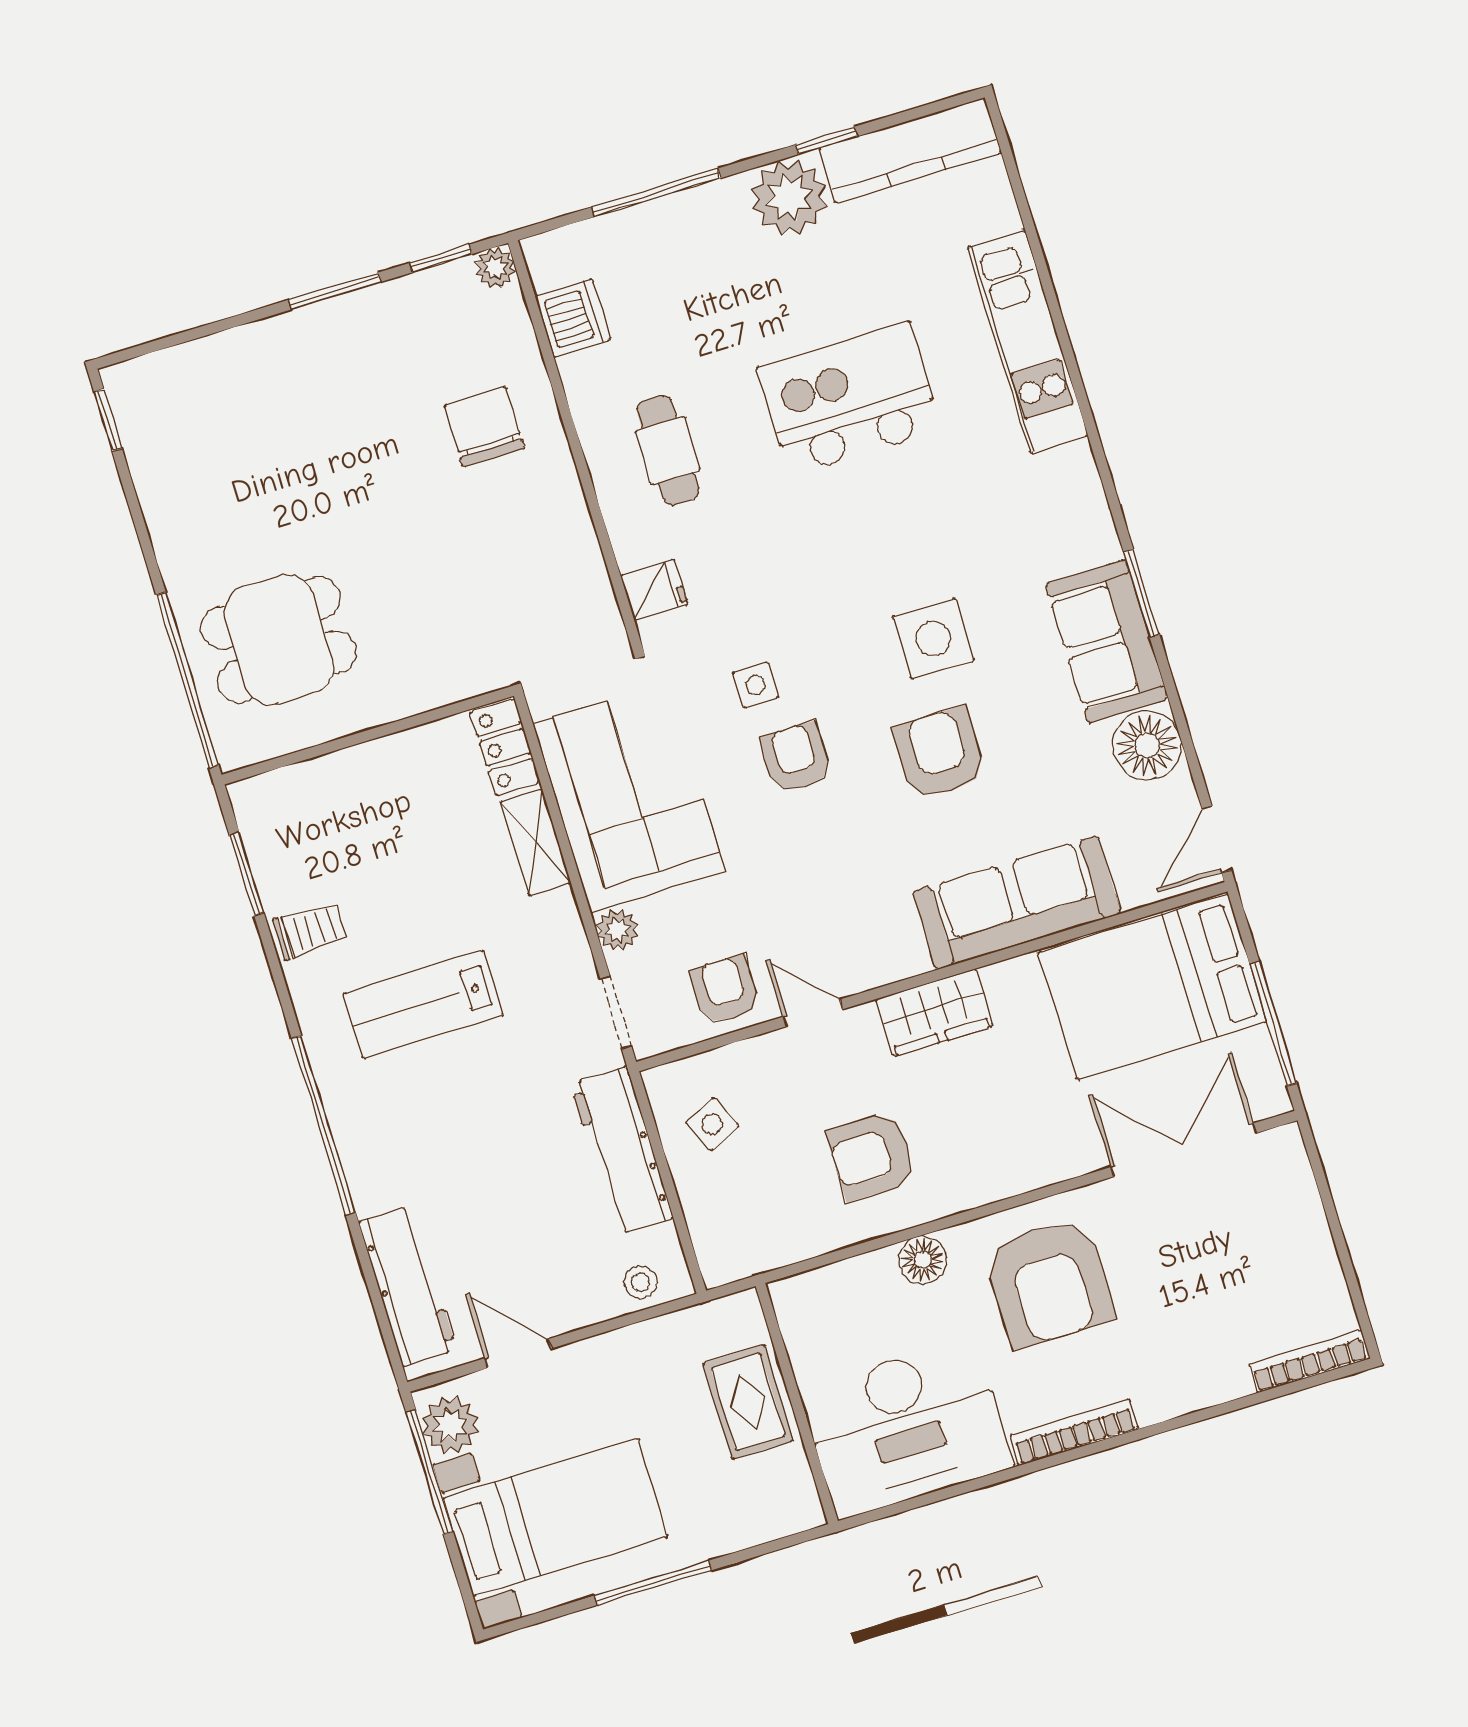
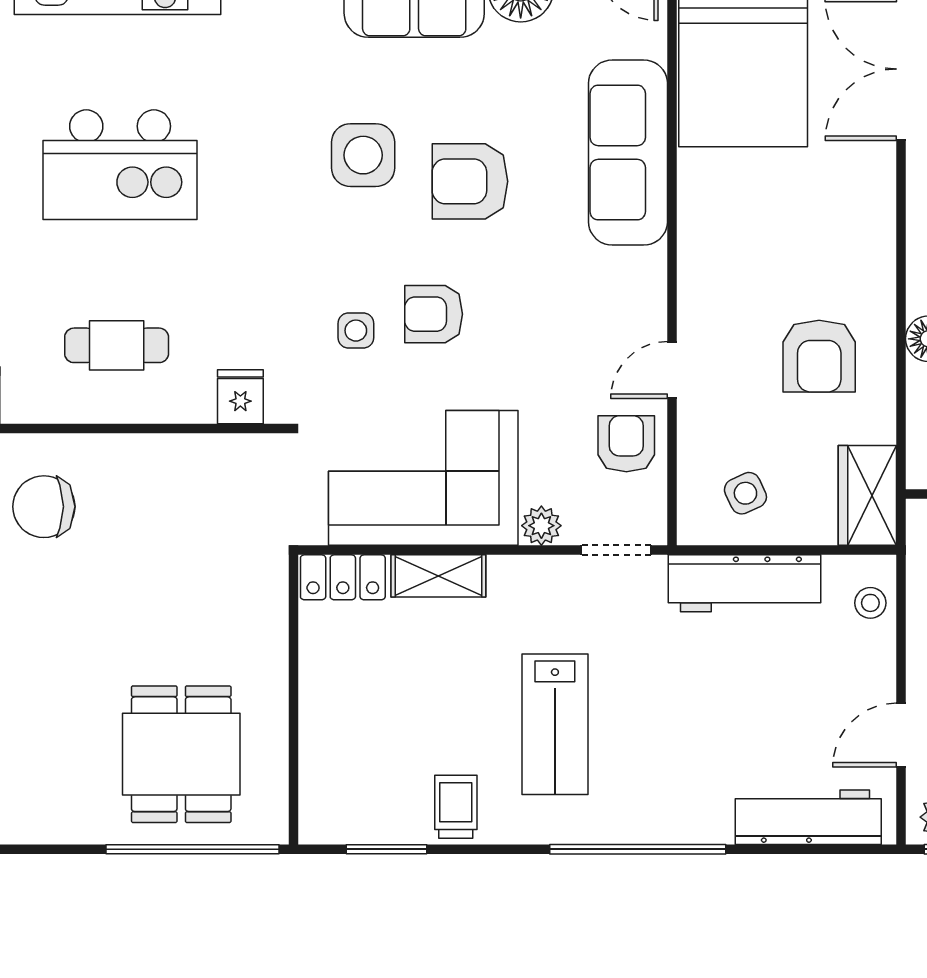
kitchen island: (849, 399) -> (120, 165), turned -90
armchair: (725, 990) -> (626, 444), turned 90
wardrobe: (935, 1013) -> (867, 495), moved, turned 180

